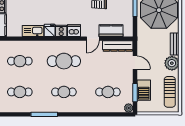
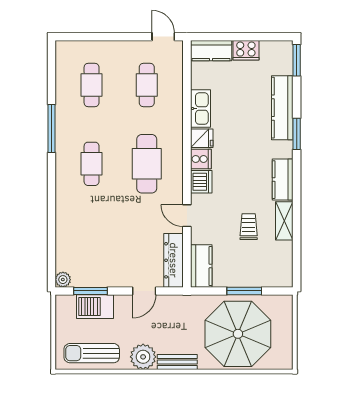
kitchen counter: (111, 31) -> (201, 266), moved
cafe table: (108, 92) -> (92, 243), removed

